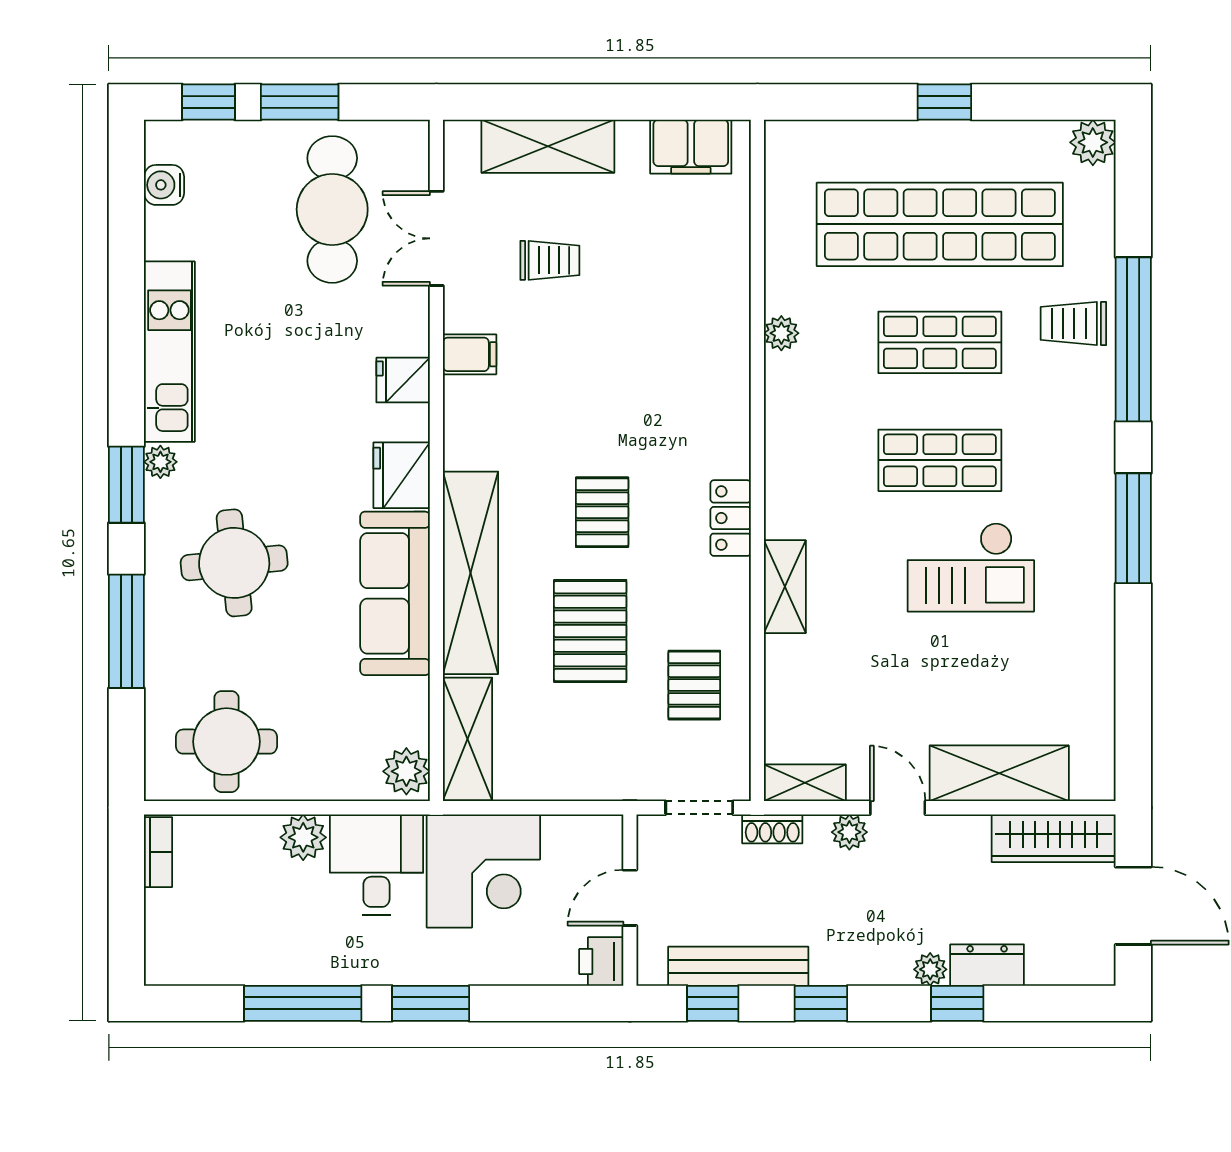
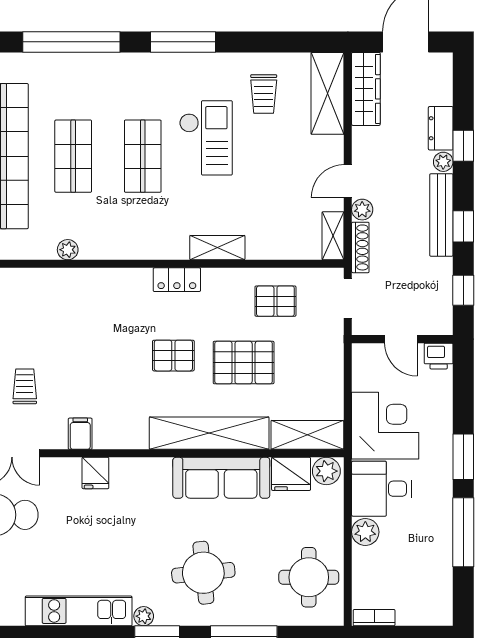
trolley: (1073, 323) -> (264, 94), moved
fridge: (402, 475) -> (291, 474), moved
shelving: (999, 773) -> (327, 93), moved
shoe rack: (772, 829) -> (360, 247), width x1.43
bench: (738, 966) -> (441, 215), moved

